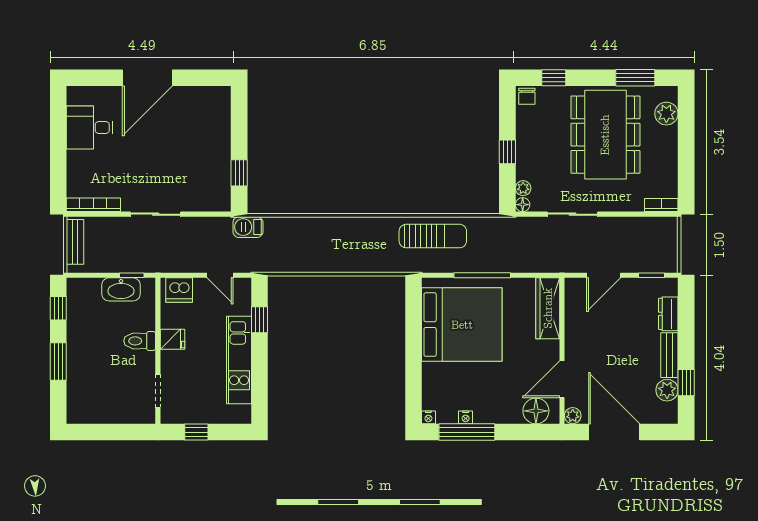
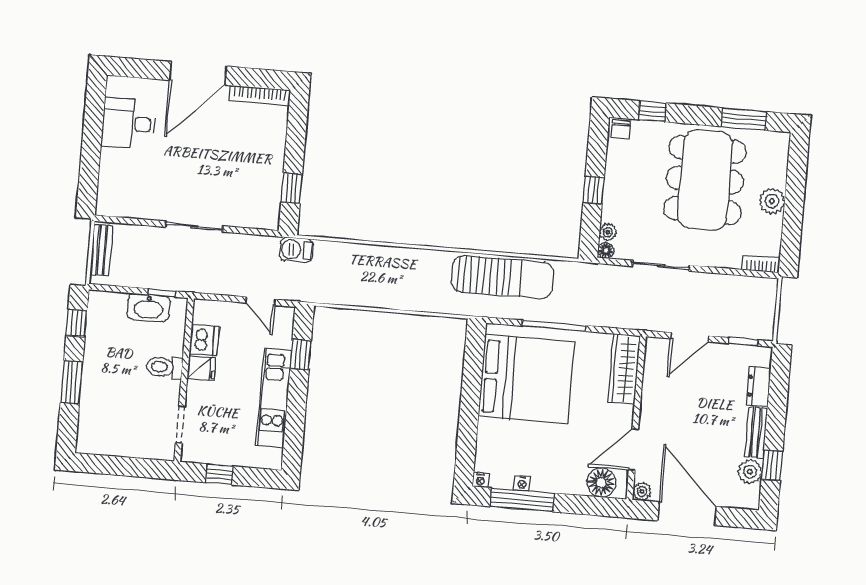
plant: (666, 114) -> (772, 201), moved
bookcase: (93, 205) -> (260, 95), moved, turned 180
sun lounger: (433, 236) -> (502, 277), width x1.36, depth x1.34
dishwasher: (179, 290) -> (204, 340), moved, turned -90

